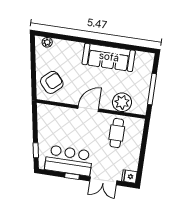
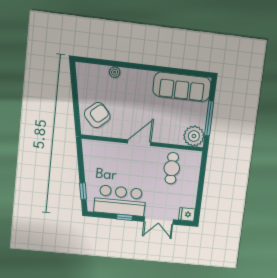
plant: (47, 42) -> (115, 72), moved
sofa: (109, 57) -> (182, 87), moved
plant: (122, 102) -> (194, 136), moved

